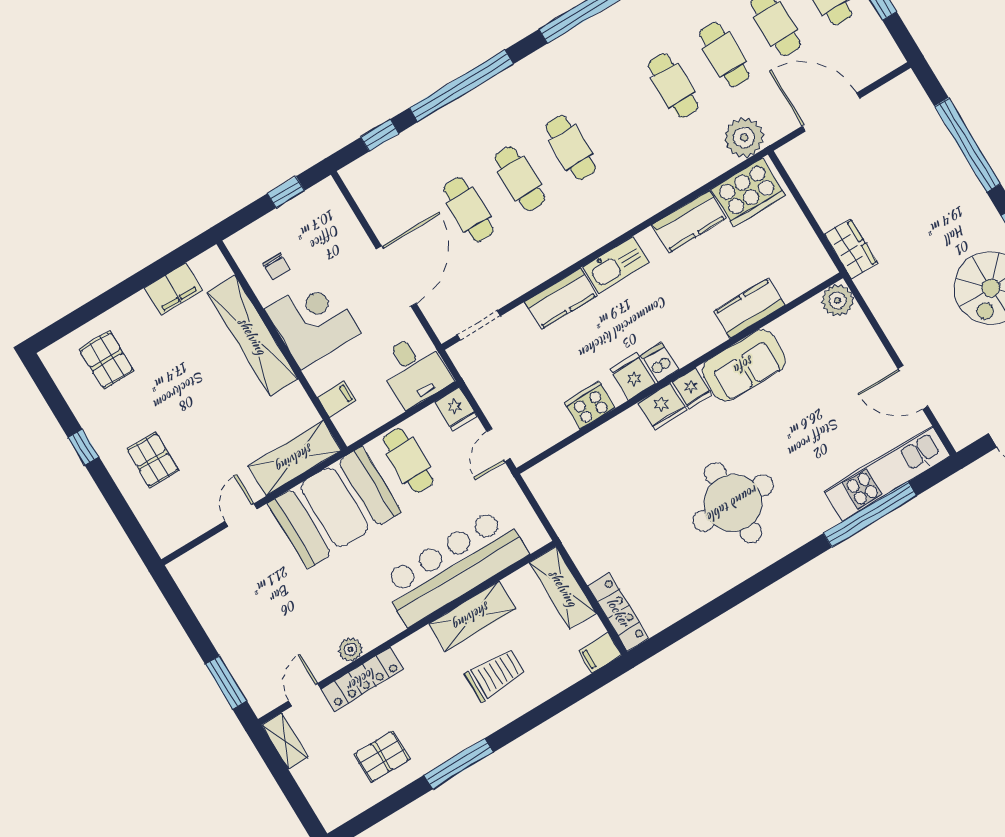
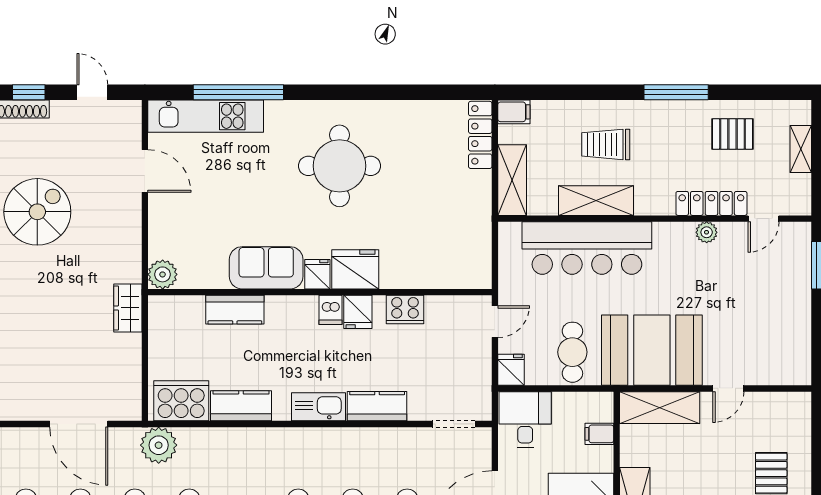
fridge: (662, 407) -> (355, 269), width x1.36, depth x1.34
shelving: (285, 741) -> (801, 149), moved

